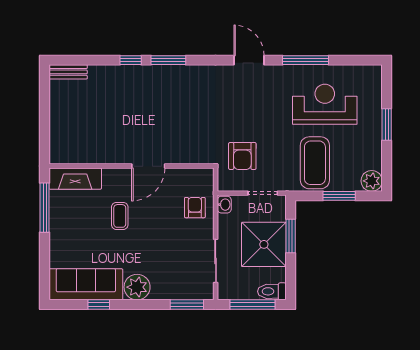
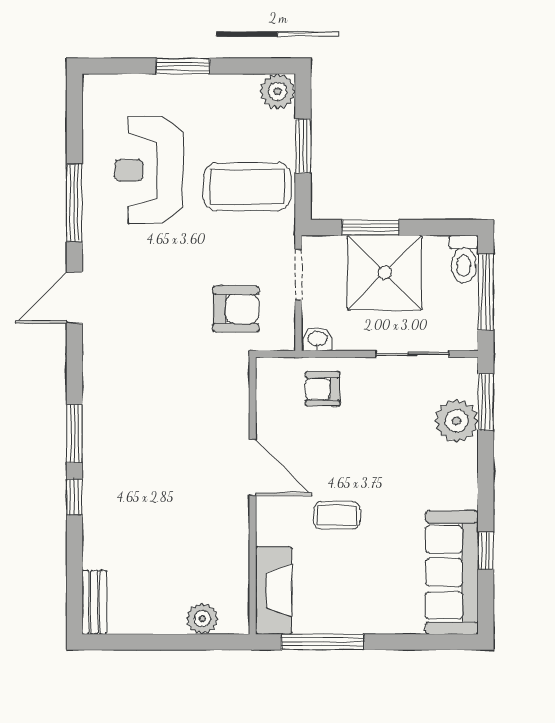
plant: (58, 136) -> (202, 619), added
plant: (137, 287) -> (456, 421), moved

